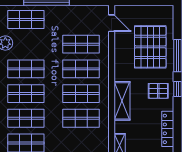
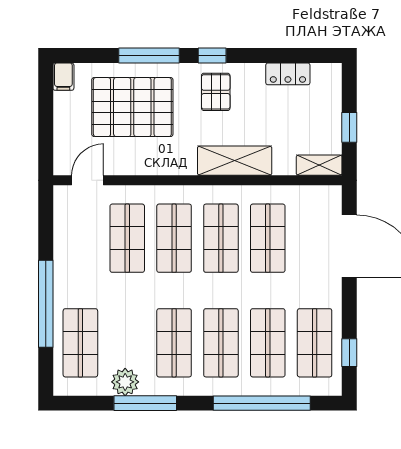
filing cabinet: (166, 11) -> (63, 77), added
locker: (168, 129) -> (288, 74), width x0.66

